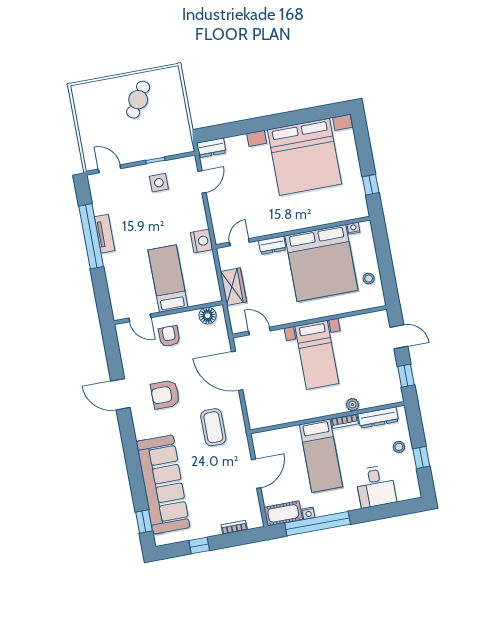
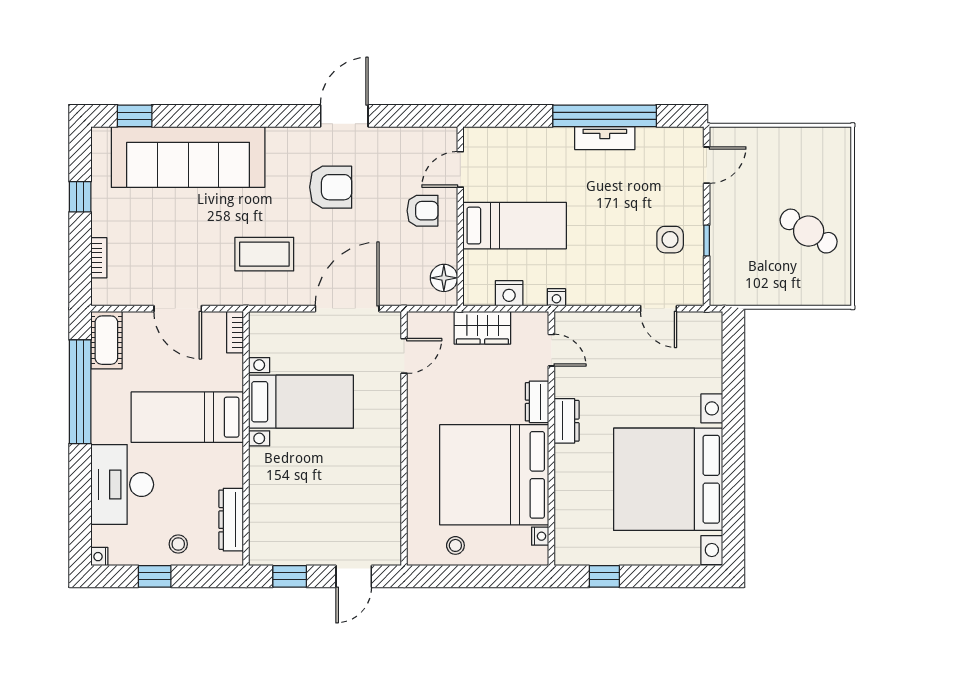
dresser: (211, 148) -> (567, 421), moved, turned 180
nightstand: (202, 241) -> (556, 297), width x0.53, depth x0.56
nightstand: (210, 274) -> (509, 293), added
bed with nightstands: (317, 355) -> (301, 402), moved, turned 180
armchair: (165, 394) -> (331, 187), turned 90
plant: (352, 405) -> (259, 482), removed
bookcase: (345, 421) -> (235, 332), moved
desk: (376, 486) -> (122, 485), width x1.37
nightstand: (308, 513) -> (99, 557), moved

